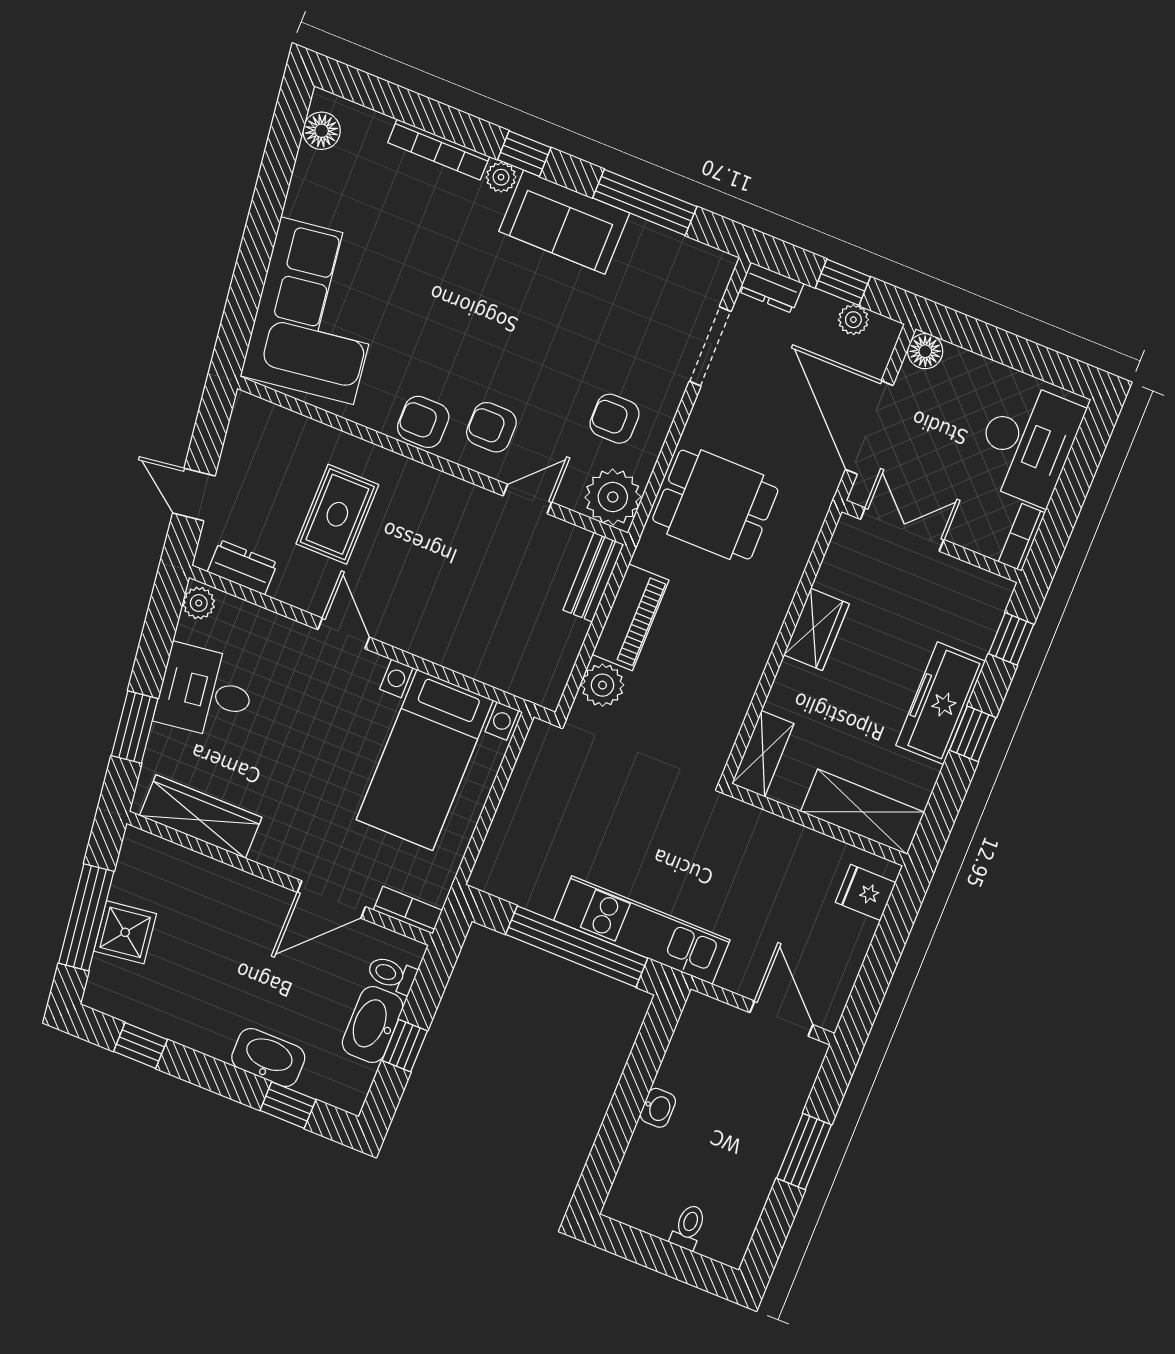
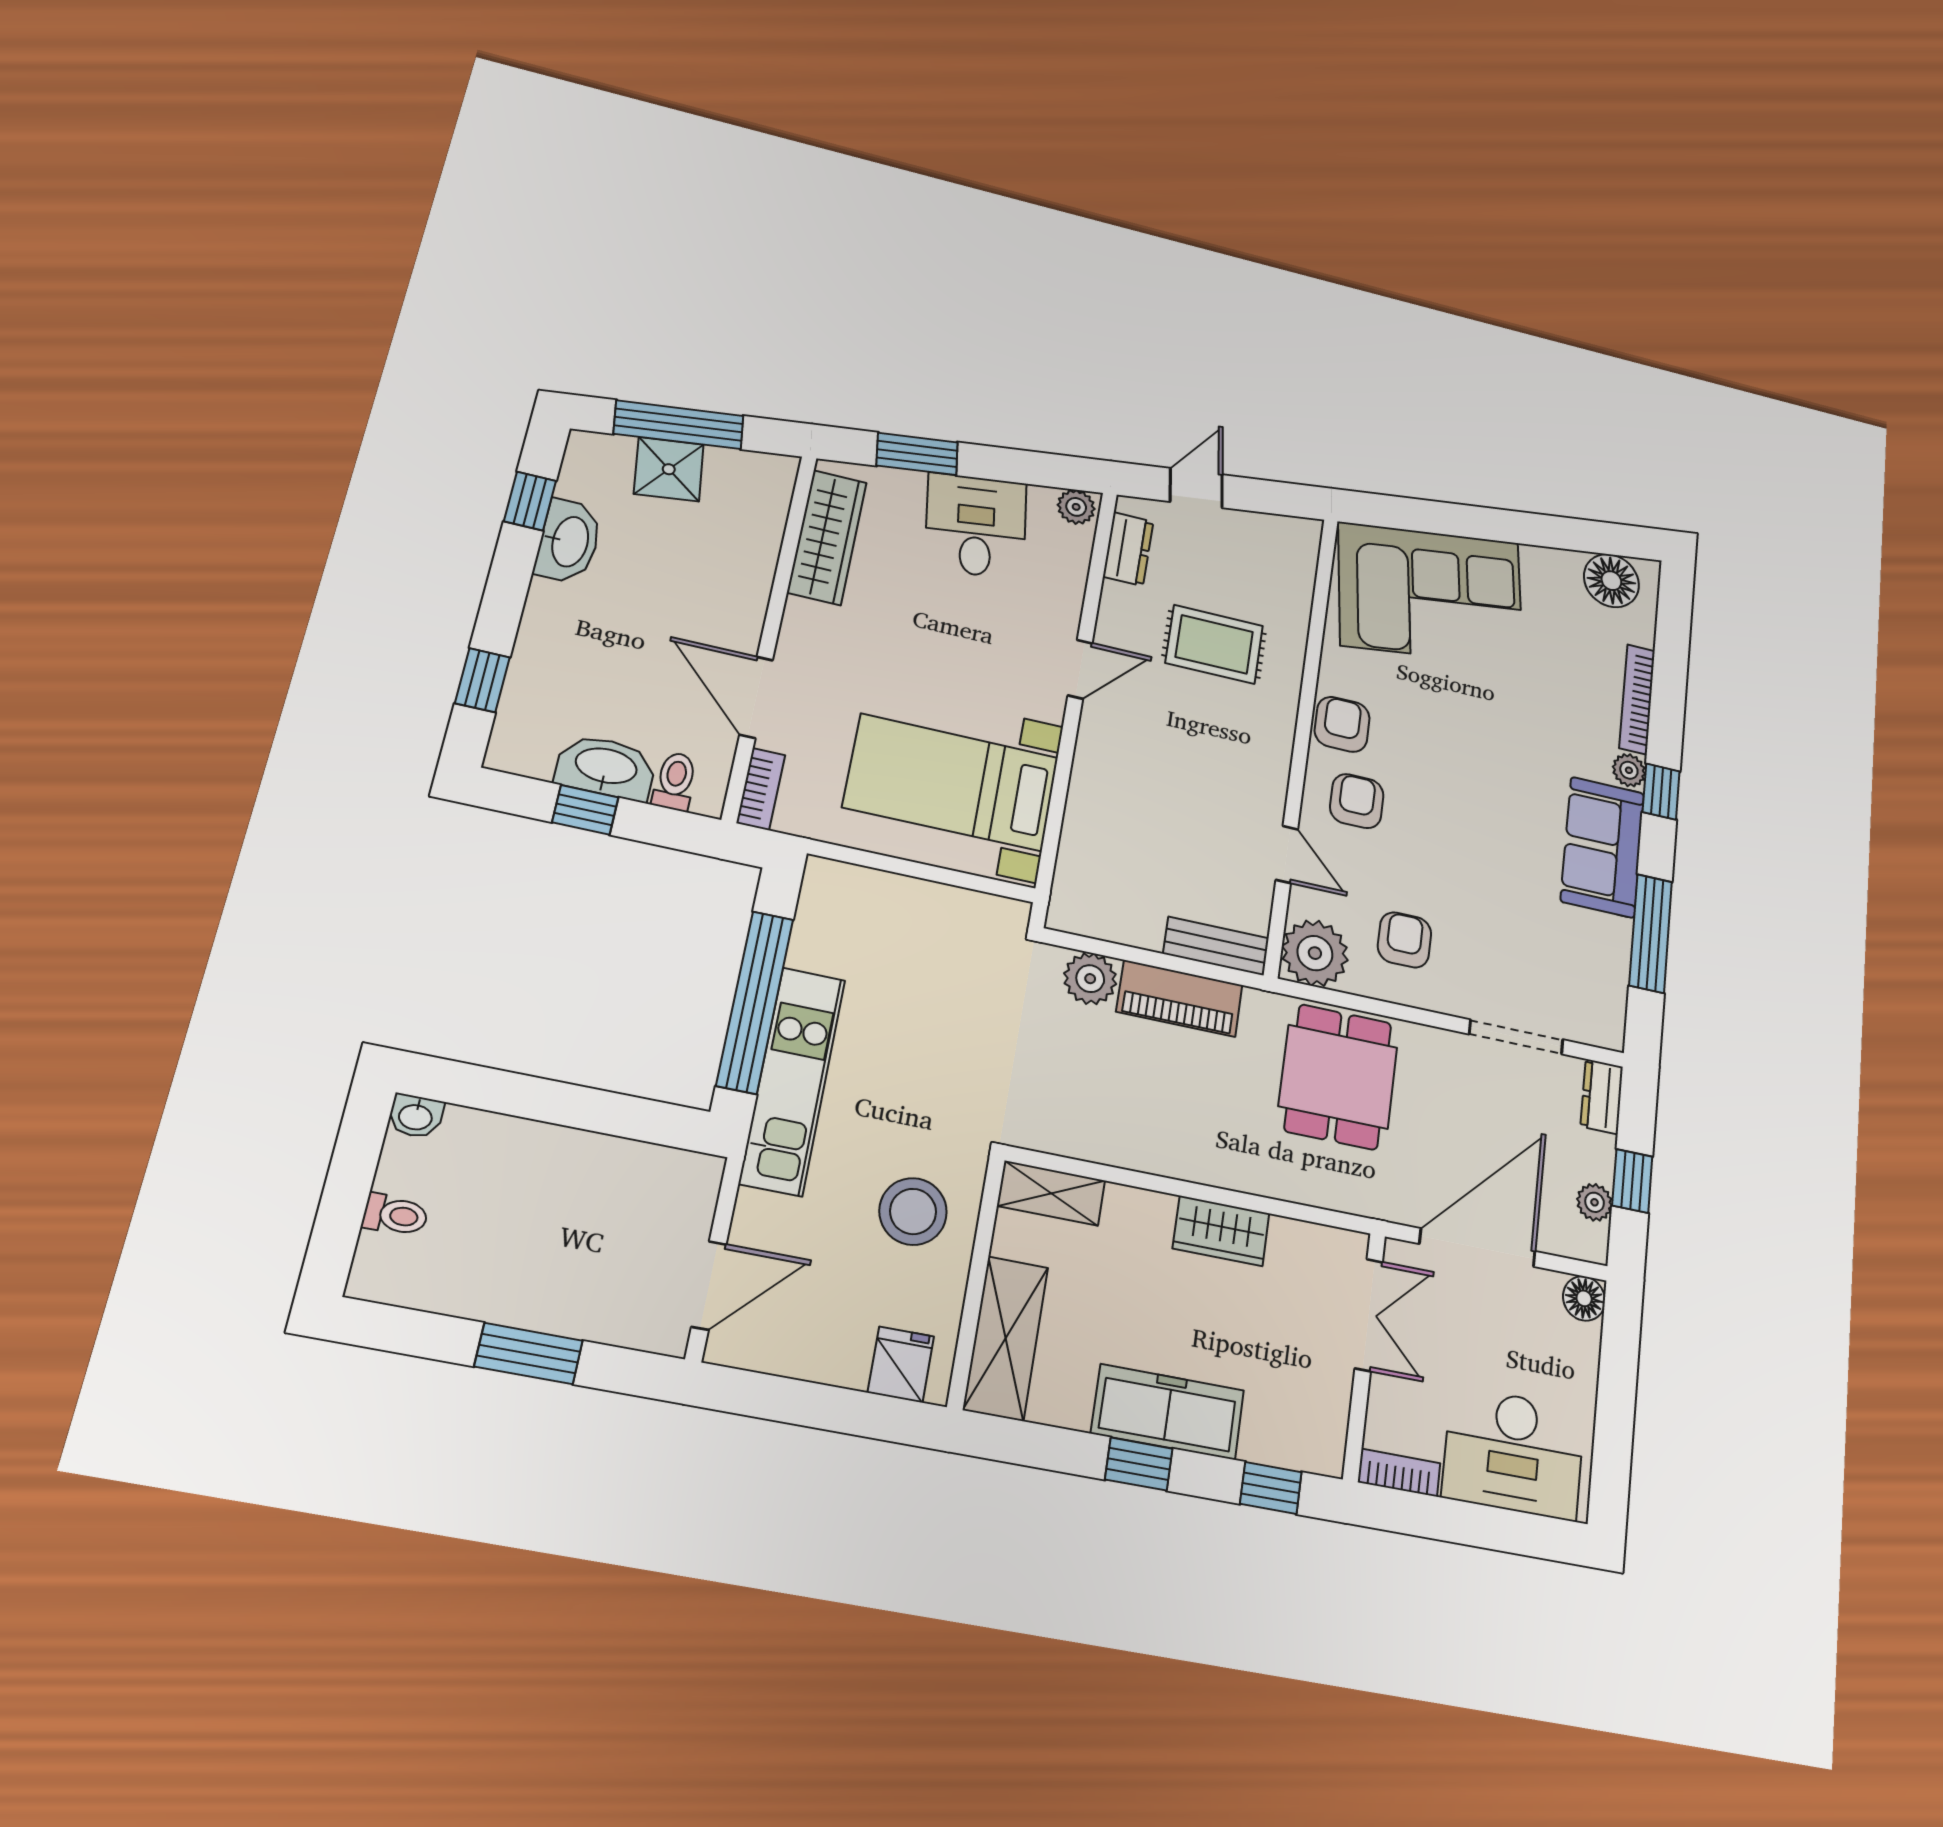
floor lamp: (322, 131) -> (1611, 581), width x1.38, depth x1.38
stool: (757, 861) -> (913, 1211), added
washbasin: (268, 1057) -> (569, 541), moved
washbasin: (658, 1108) -> (416, 1116), moved

